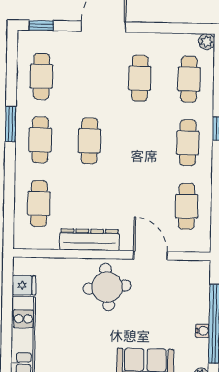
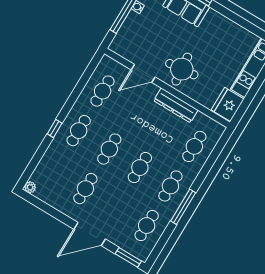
window: (41, 26) -> (128, 257), width x1.50
cafe table: (189, 79) -> (109, 149), moved
window: (11, 124) -> (183, 207), width x1.44
door: (150, 255) -> (143, 73), hinge flipped
fridge: (24, 285) -> (228, 104), width x1.88, depth x1.34

